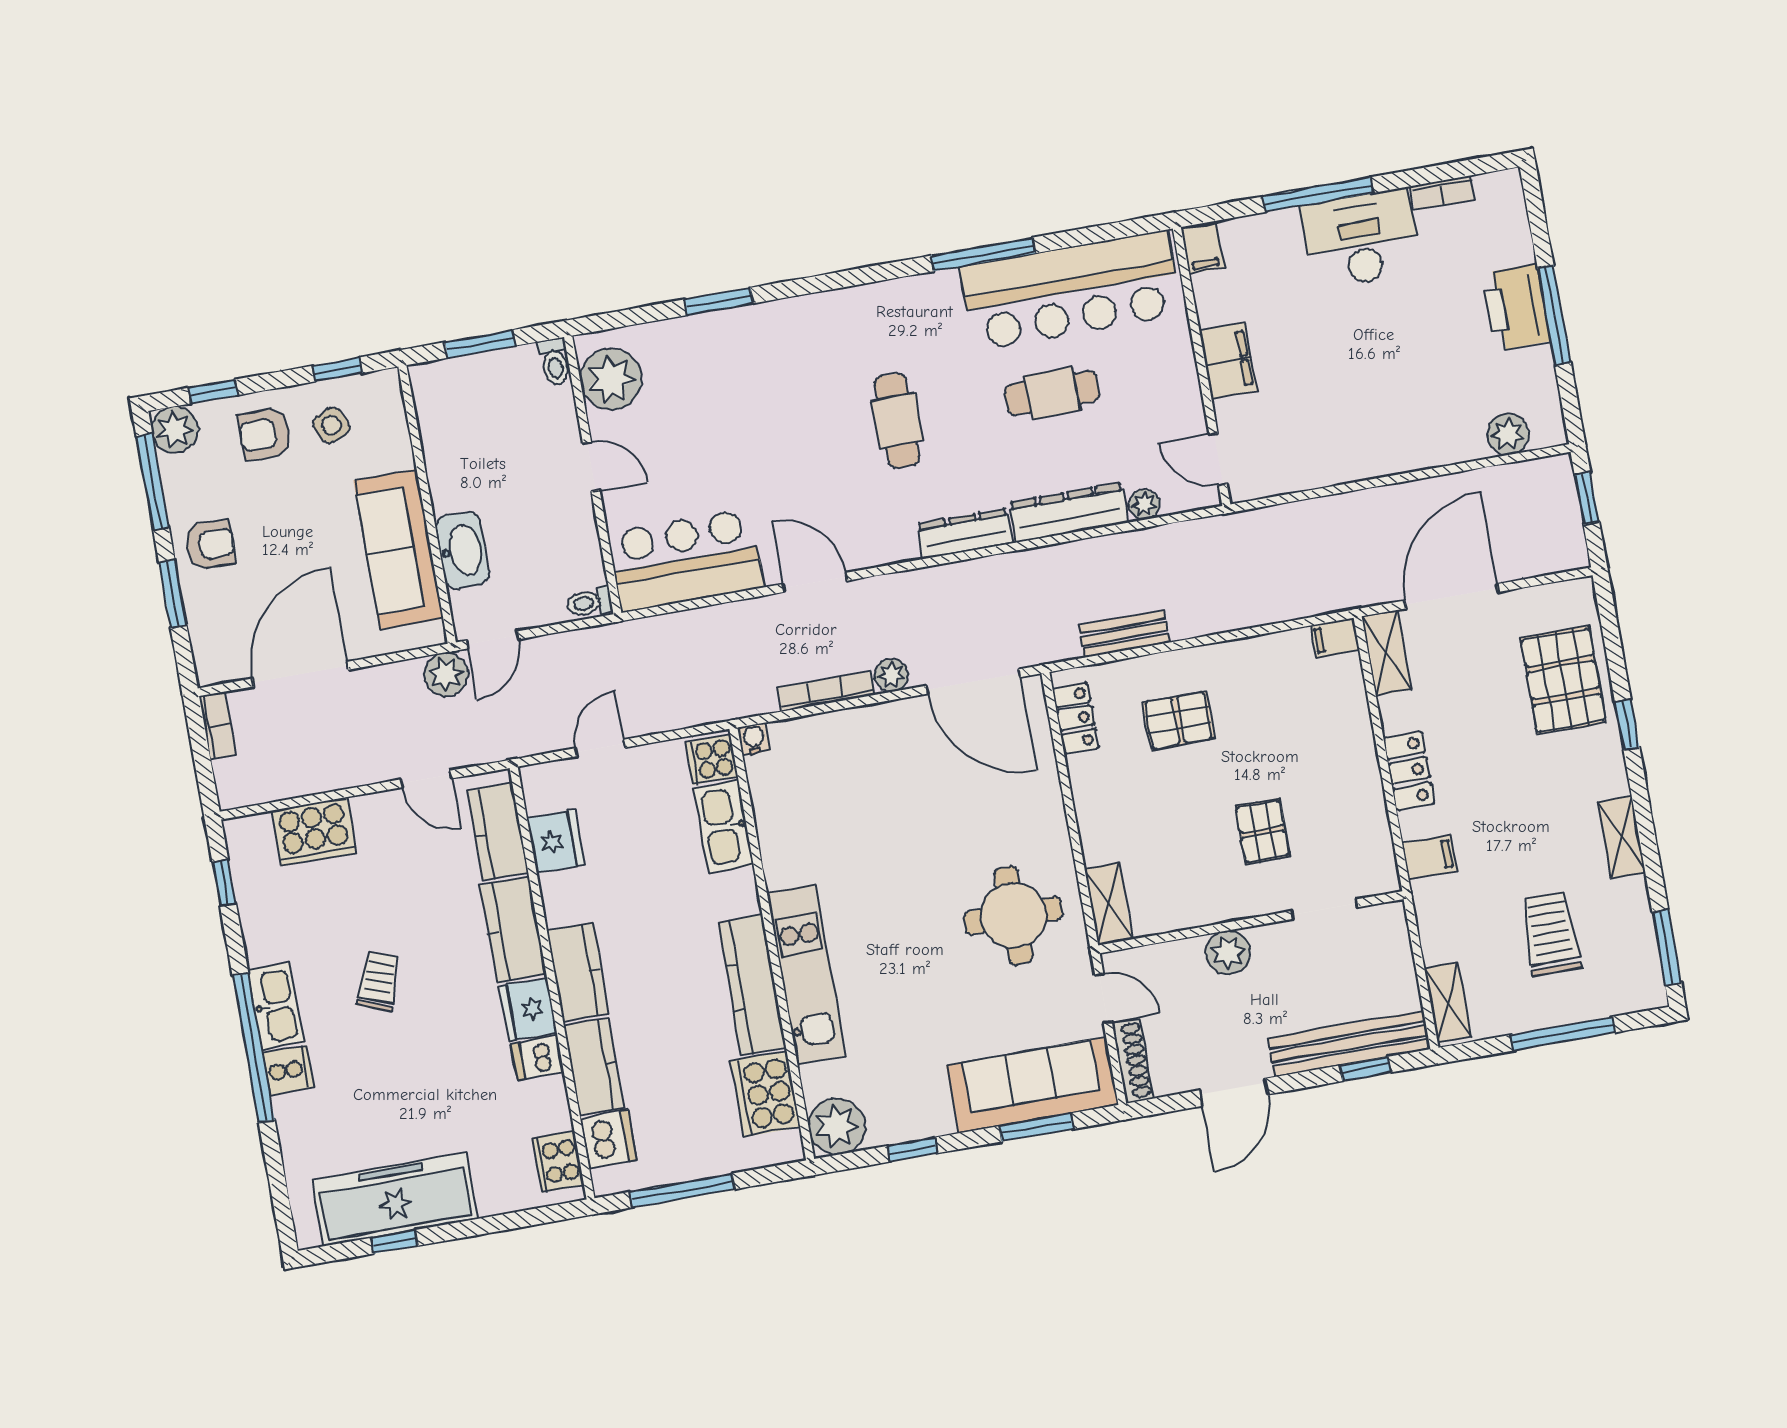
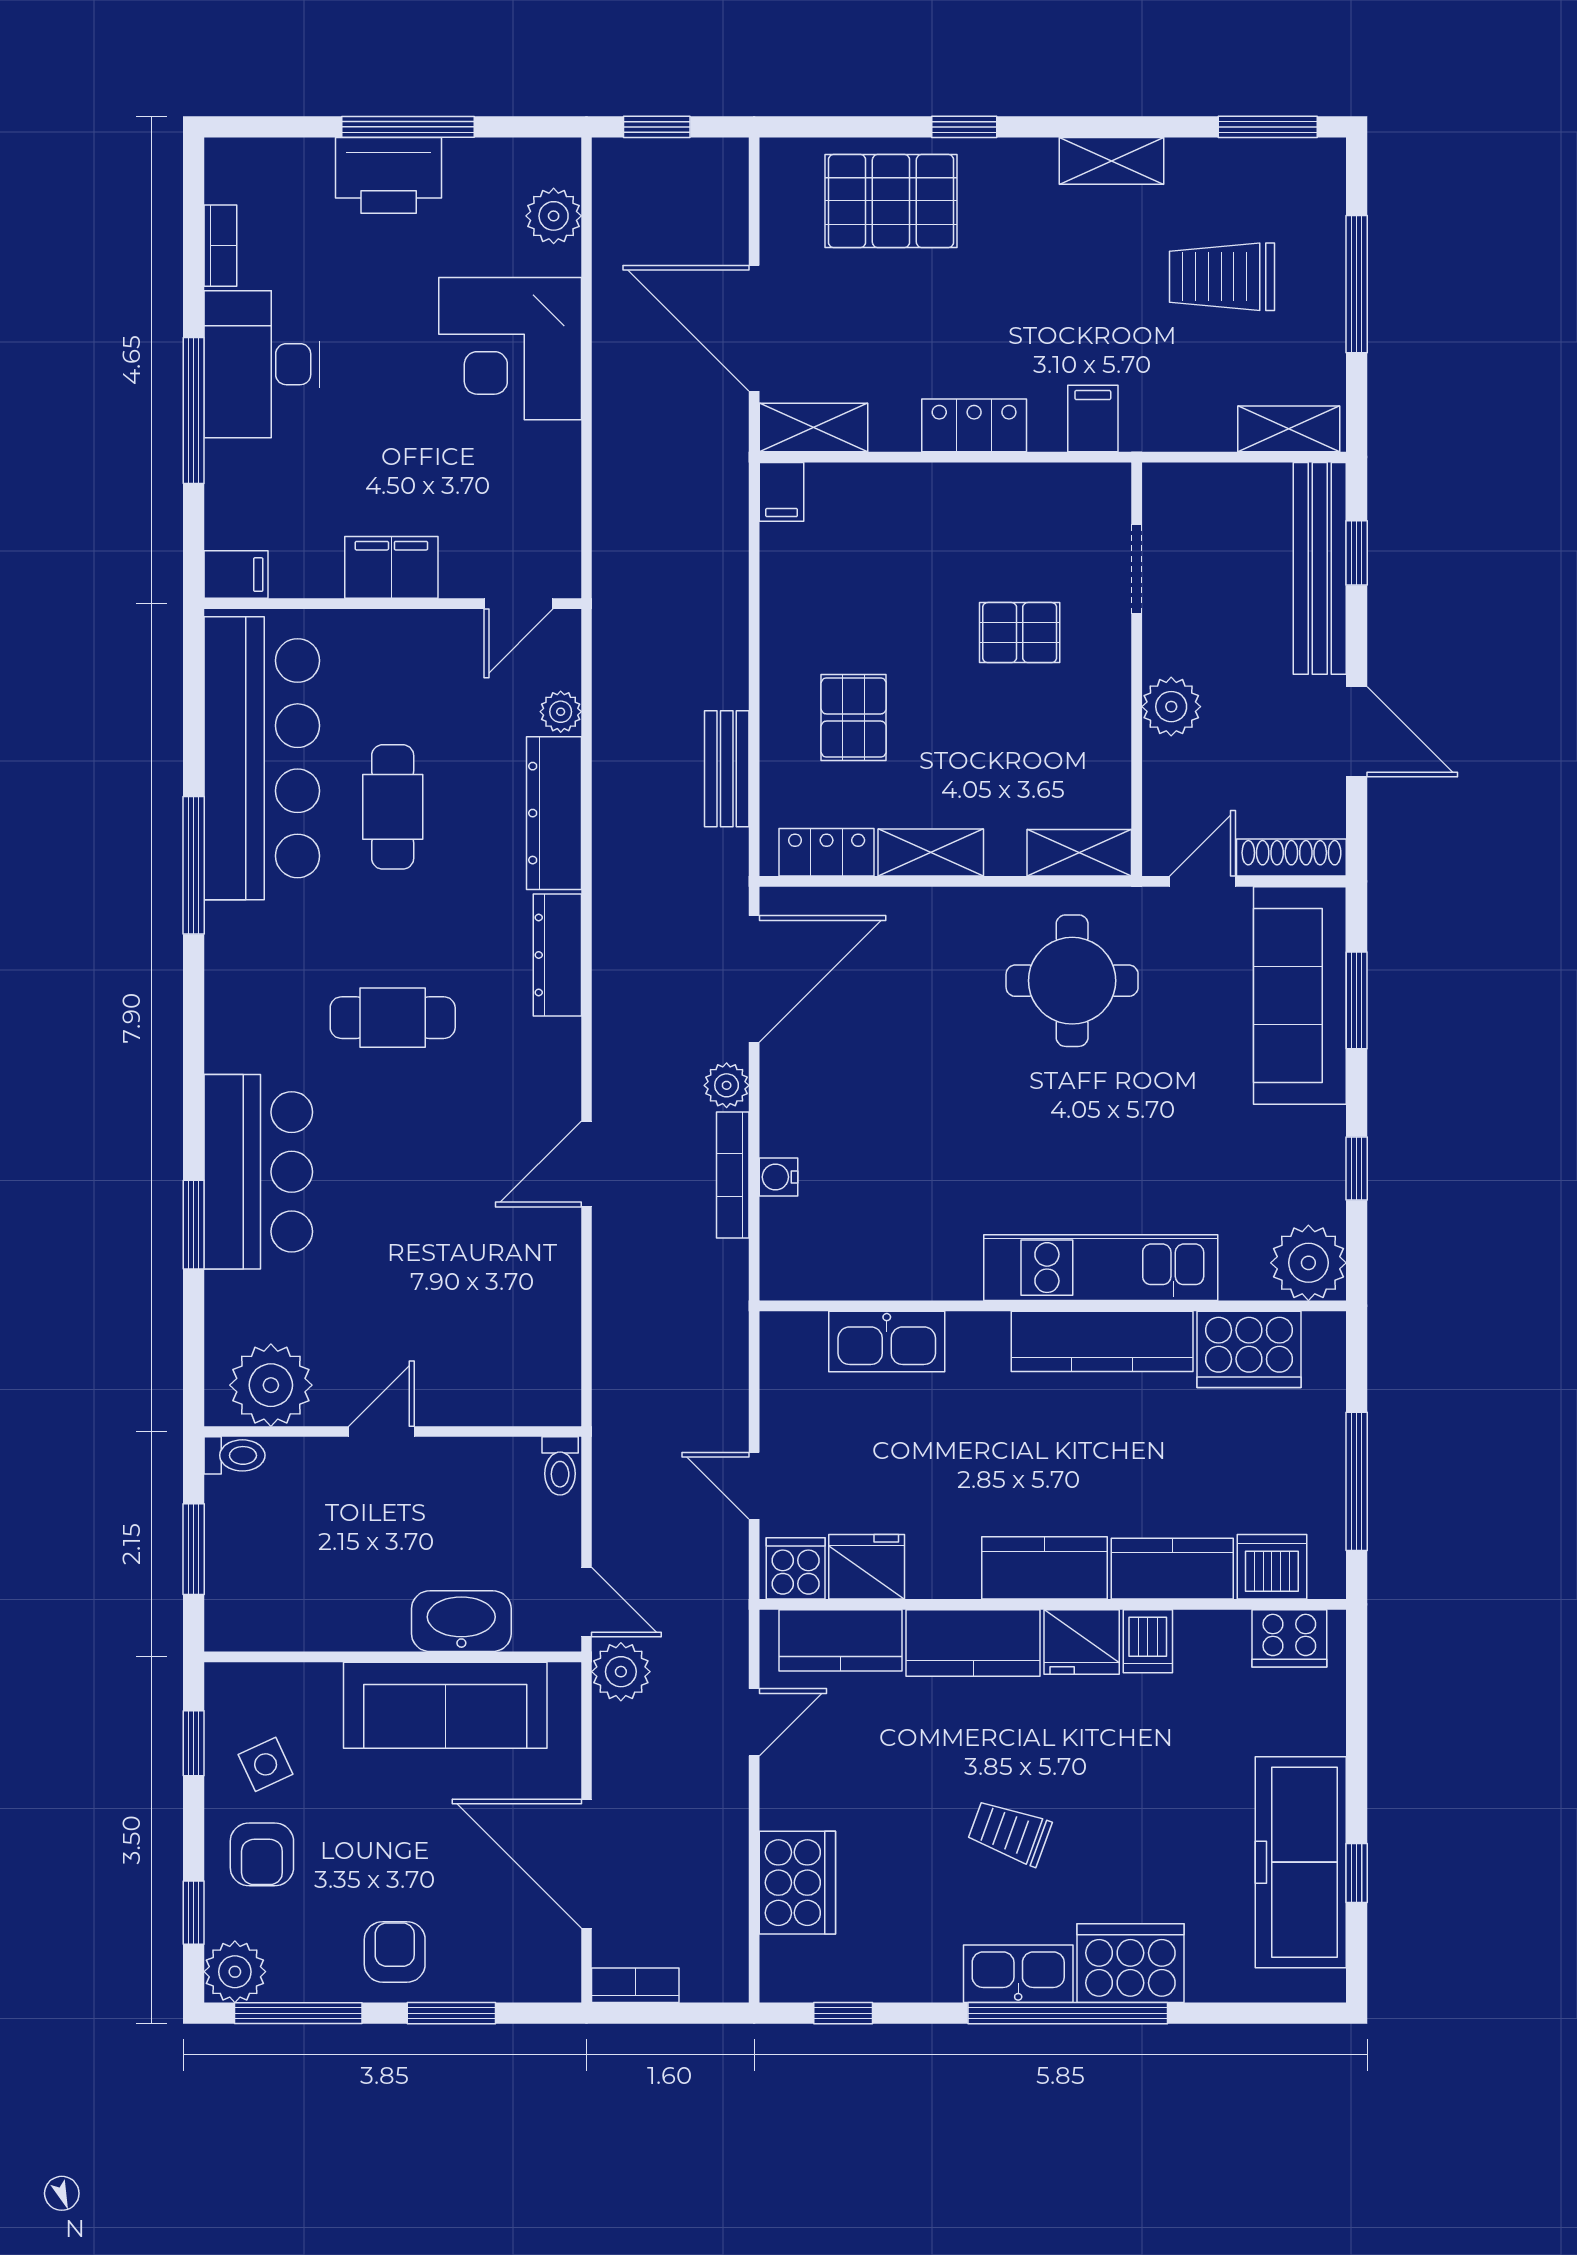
corner desk: (1405, 419) -> (510, 349), added
bar counter: (686, 560) -> (258, 1172), moved, turned 180
water cooler: (754, 739) -> (778, 1177), moved
cooker: (712, 760) -> (796, 1568), moved, turned 180
shelving: (1089, 795) -> (931, 852), added
cooker: (288, 1070) -> (1130, 1963), width x1.87, depth x1.31

